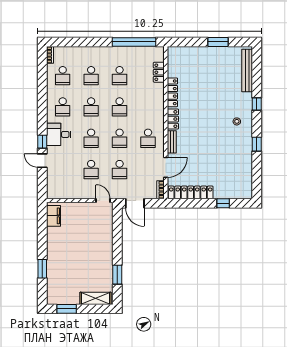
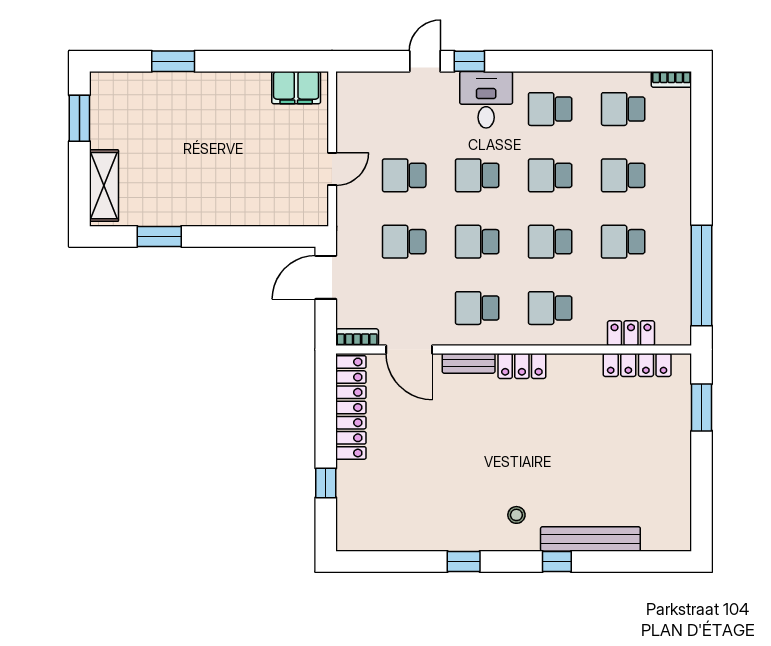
window: (218, 42) -> (702, 407), moved
bench: (247, 70) -> (590, 539), moved
locker: (172, 92) -> (637, 365), moved
school desk: (148, 107) -> (550, 308), added
door: (103, 200) -> (332, 169), moved

